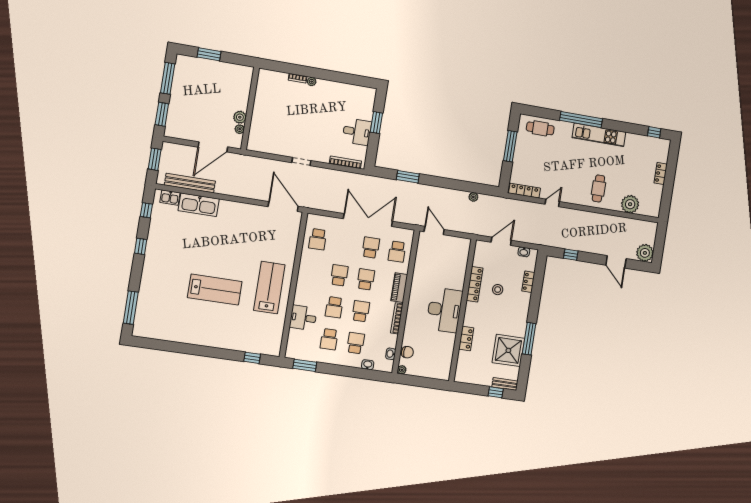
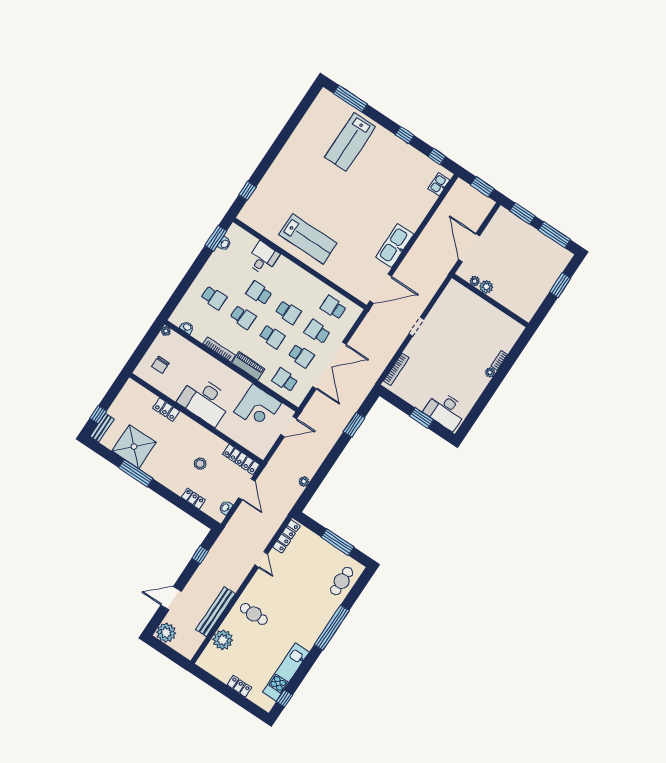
desk: (357, 132) -> (445, 411), moved, width x1.37
kitchen unit: (599, 135) -> (286, 672), moved
bench: (190, 183) -> (215, 612), moved
kitchen sink: (199, 205) -> (395, 246), moved
corner desk: (430, 264) -> (258, 408), added
locker: (475, 284) -> (241, 459), moved
lab bench: (215, 290) -> (350, 142), moved
school desk: (329, 339) -> (317, 332), moved
chair: (407, 352) -> (160, 365), moved
washbasin: (368, 365) -> (224, 244), moved

